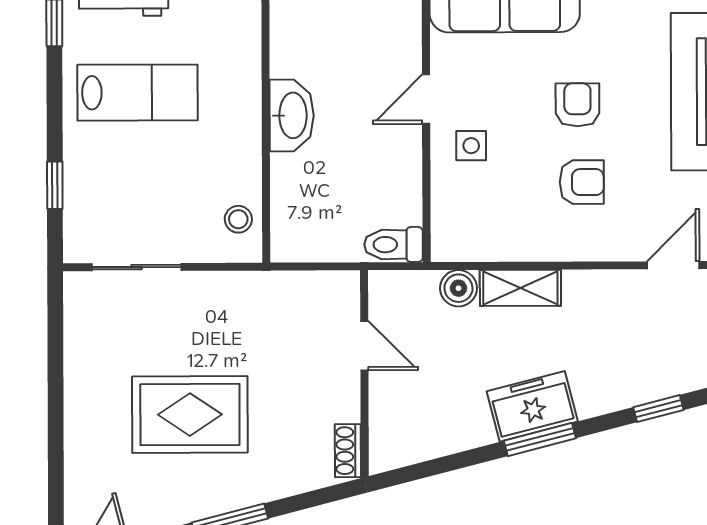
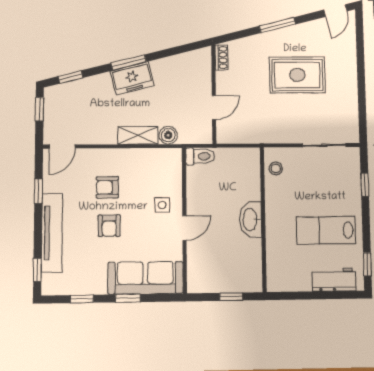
door: (364, 346) -> (214, 108), swing flipped

